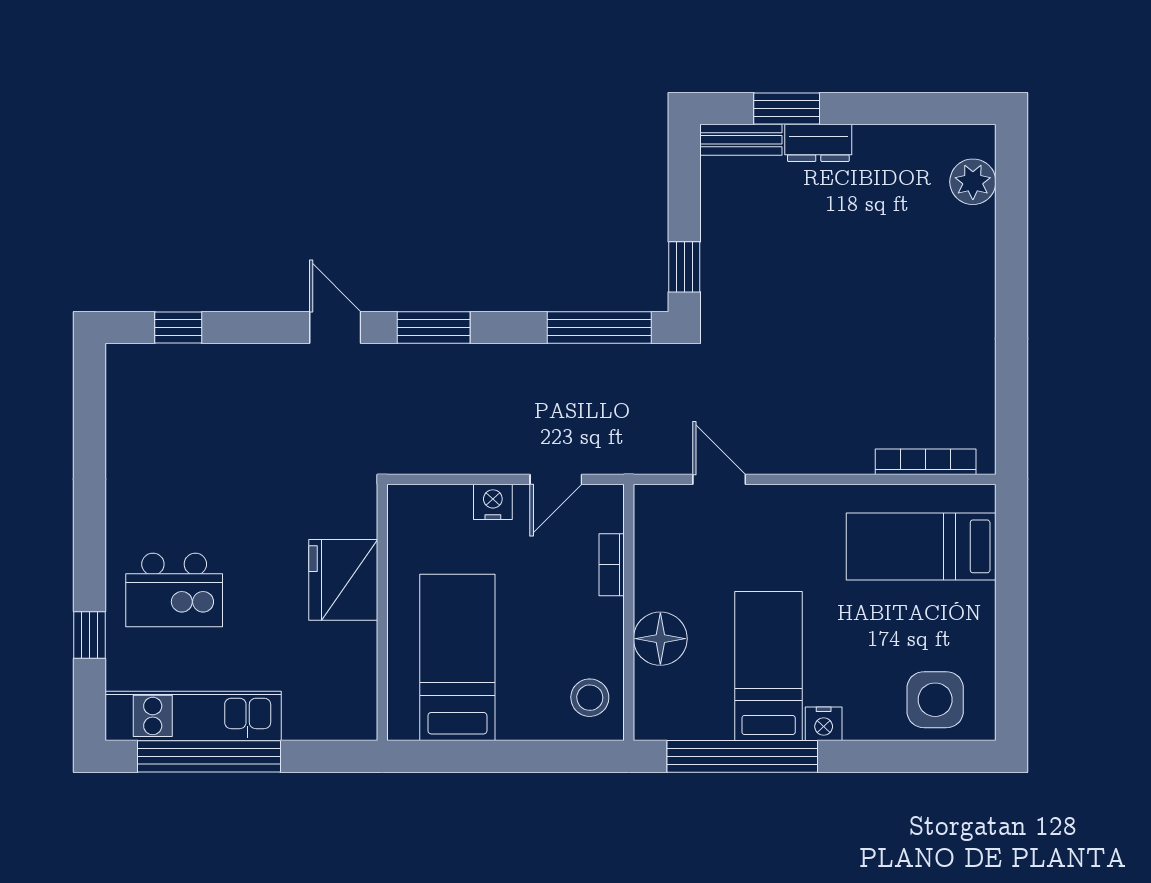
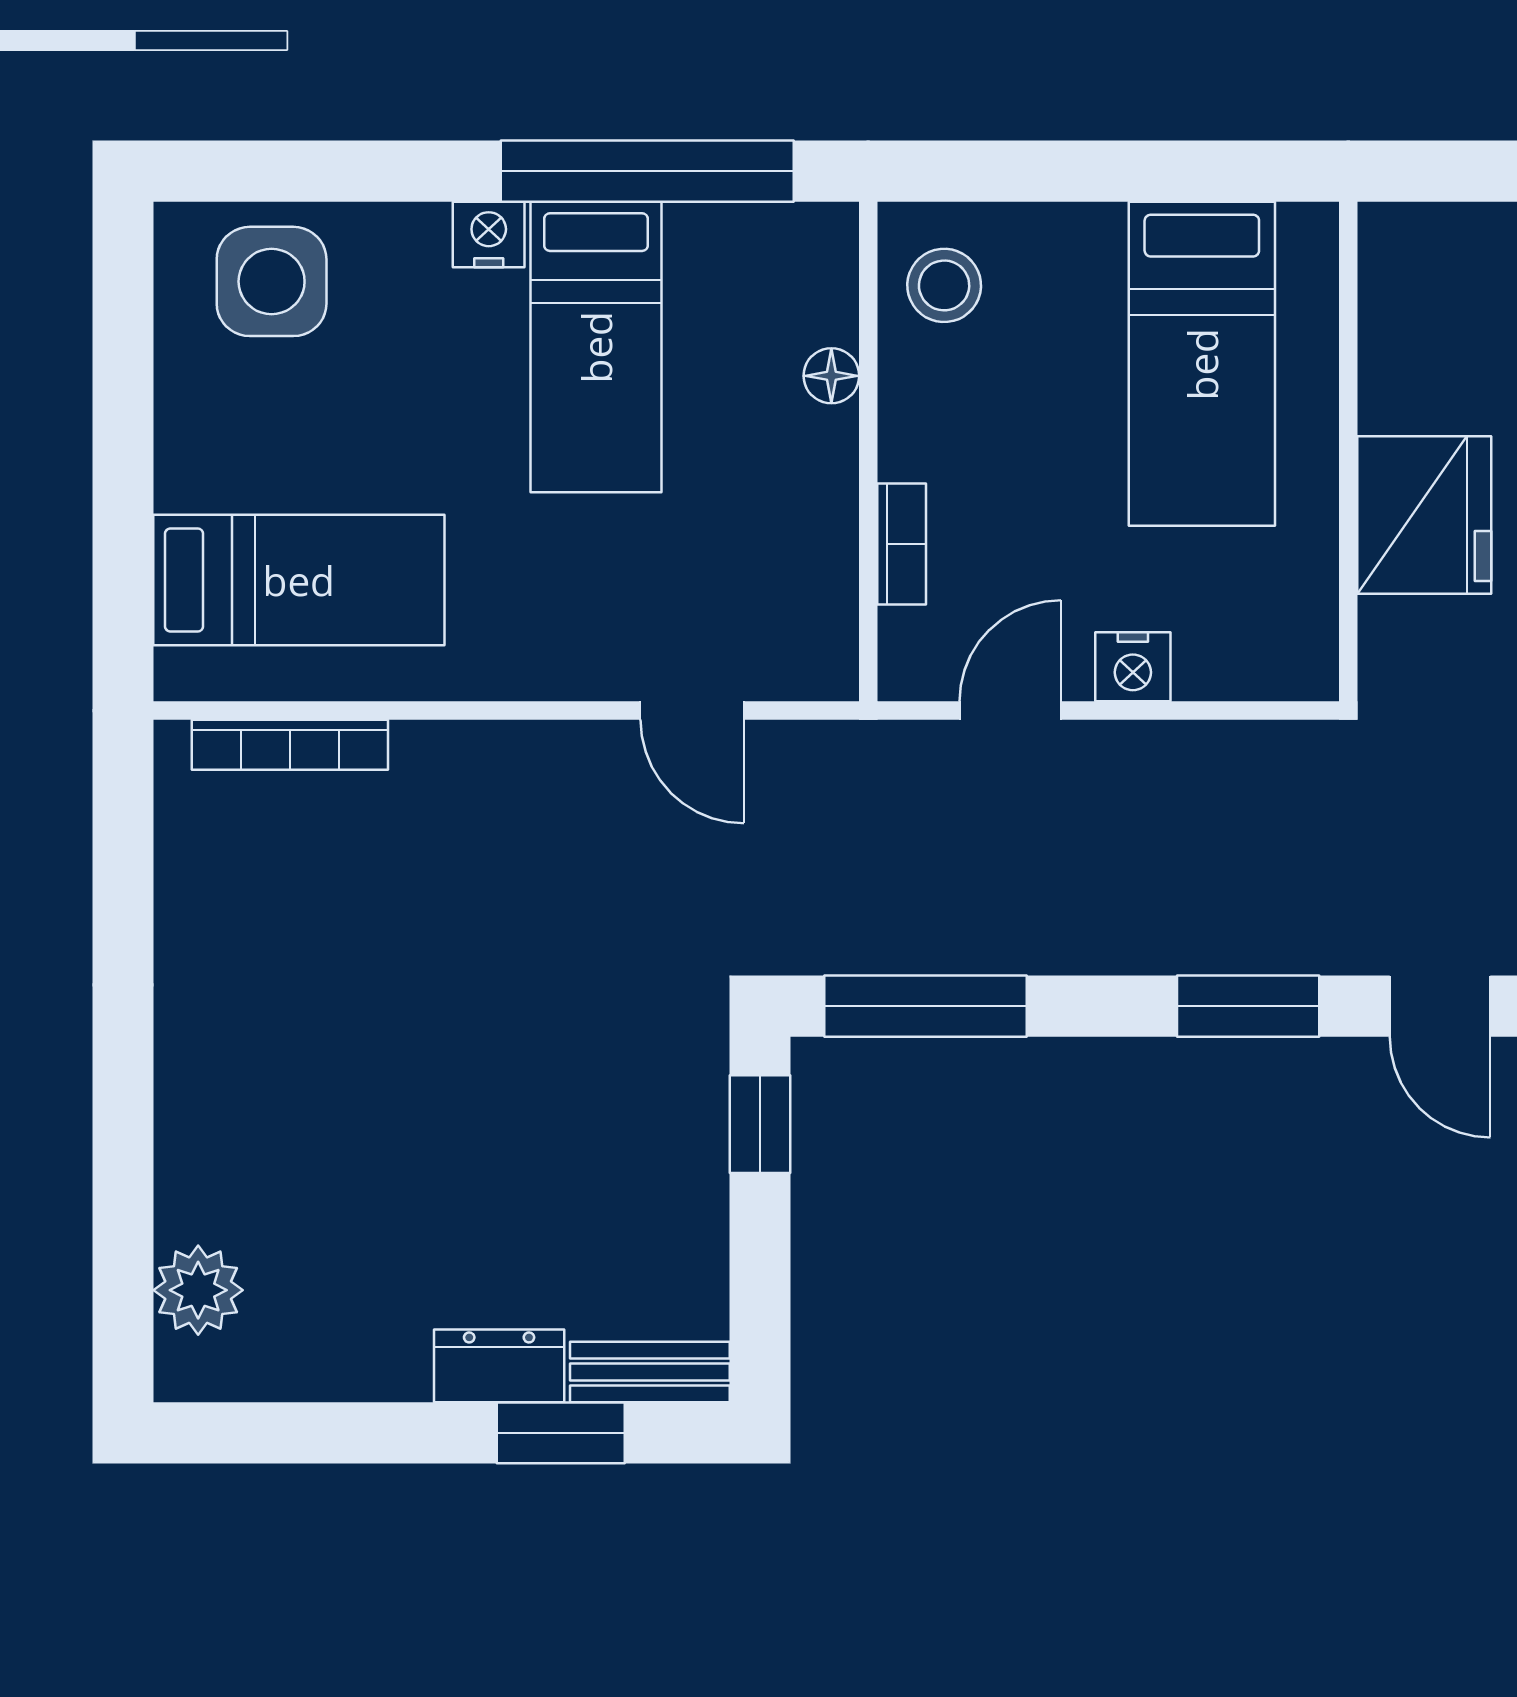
floor lamp: (660, 639) -> (831, 376), width x0.53, depth x0.53

